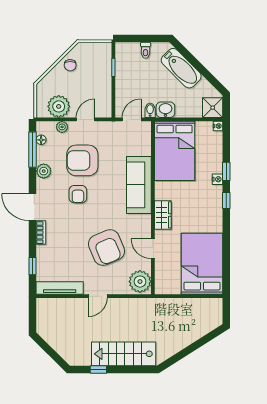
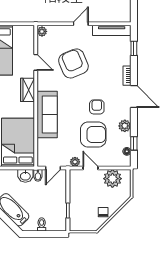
door: (86, 119) -> (91, 168), swing flipped
plant: (62, 127) -> (75, 162), moved
window: (33, 150) -> (134, 143), width x0.46
plant: (140, 282) -> (42, 31), width x0.53, depth x0.53

